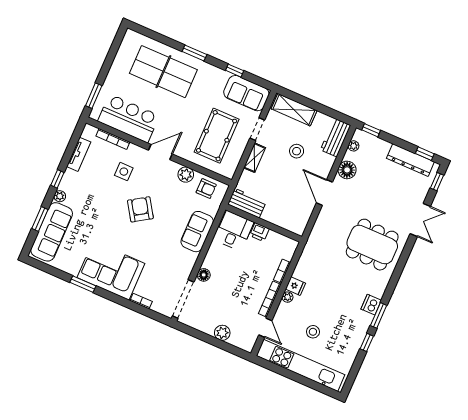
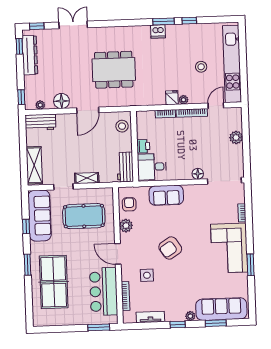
sofa: (246, 93) -> (40, 216), width x1.36
stool: (297, 151) -> (122, 126), moved
dining table: (372, 245) -> (114, 70), moved, turned 90

